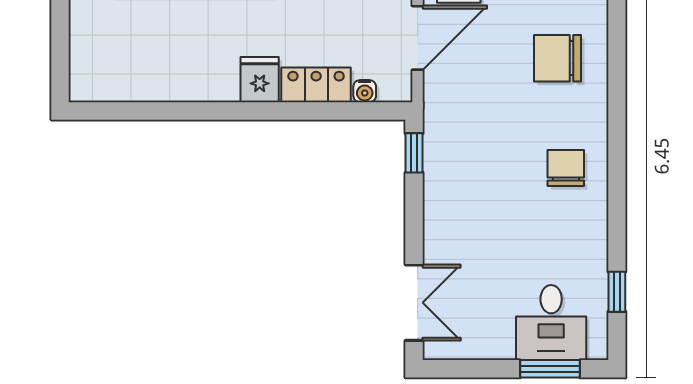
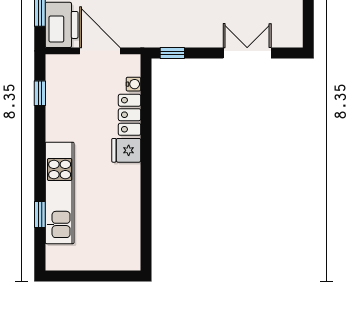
double door: (414, 303) -> (247, 53), moved

